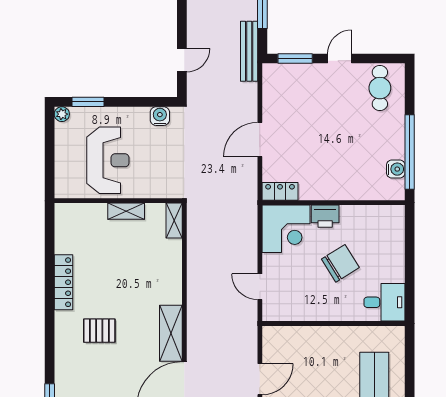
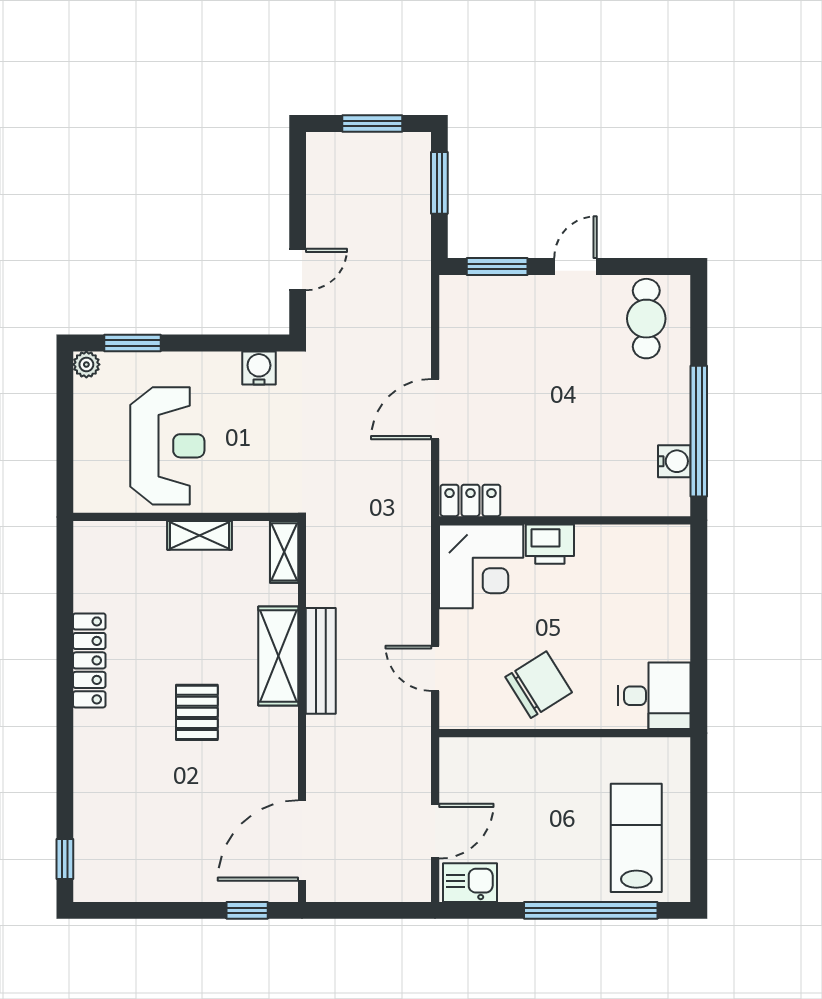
bench: (249, 51) -> (321, 661), moved
chair: (340, 263) -> (539, 685), moved
pallet: (99, 331) -> (197, 712), moved, turned 90
shelving: (171, 333) -> (278, 656), moved

